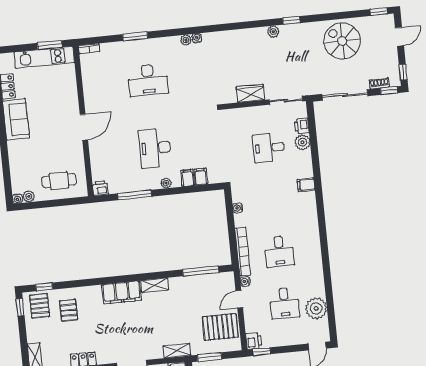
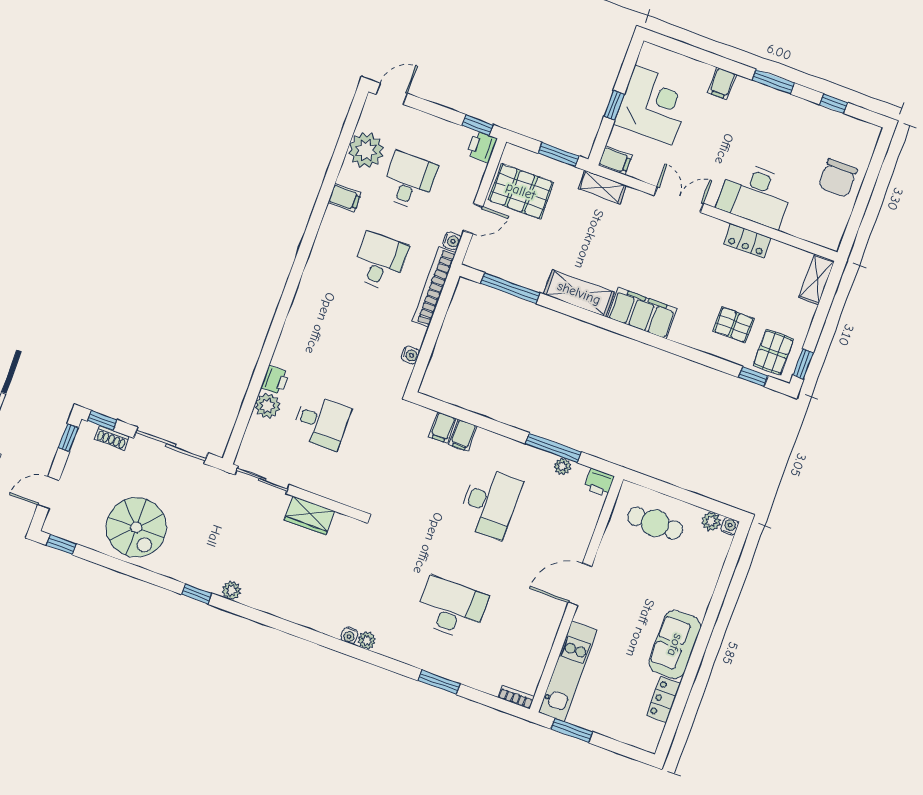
kitchen unit: (44, 57) -> (568, 671), moved, turned 90
printer: (302, 126) -> (275, 380), moved
plant: (166, 183) -> (563, 466), moved
filing cabinet: (306, 185) -> (344, 198), moved
shelving: (155, 285) -> (579, 293), width x1.50, depth x1.33
pallet: (69, 310) -> (734, 325), turned 90

